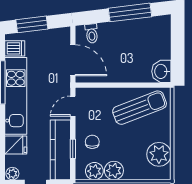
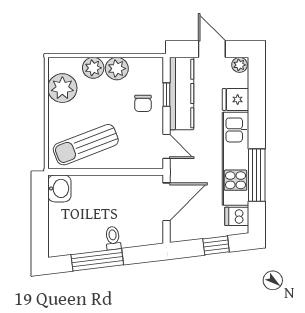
window: (32, 24) -> (216, 245), width x0.67
toilet: (92, 33) -> (113, 238), moved
door: (73, 60) -> (166, 202), swing flipped
door: (73, 106) -> (166, 146), hinge flipped
plant: (94, 171) -> (93, 68), moved

